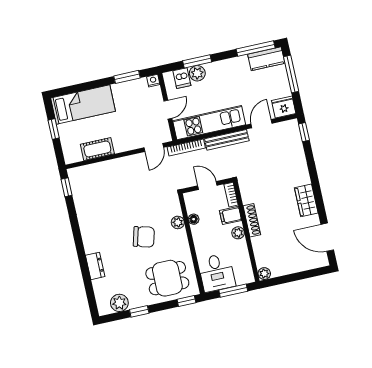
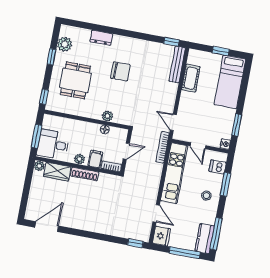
plant: (197, 73) -> (216, 180), removed
stool: (218, 77) -> (206, 196), added
bench: (227, 140) -> (177, 64), moved
wardrobe: (306, 200) -> (57, 172), moved, turned 180
chair: (144, 237) -> (120, 71), moved, turned -105
desk: (217, 273) -> (53, 144), moved
dining table: (167, 278) -> (75, 80), moved

